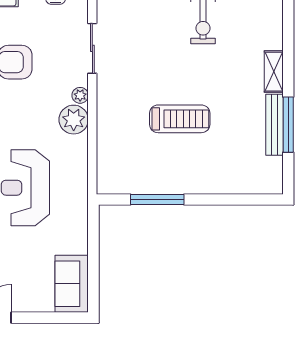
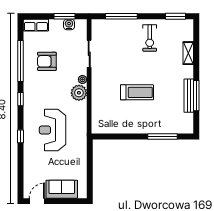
shelving: (274, 72) -> (188, 53), moved
window: (157, 200) -> (162, 136), moved
sofa: (72, 284) -> (62, 189), moved, turned 90

